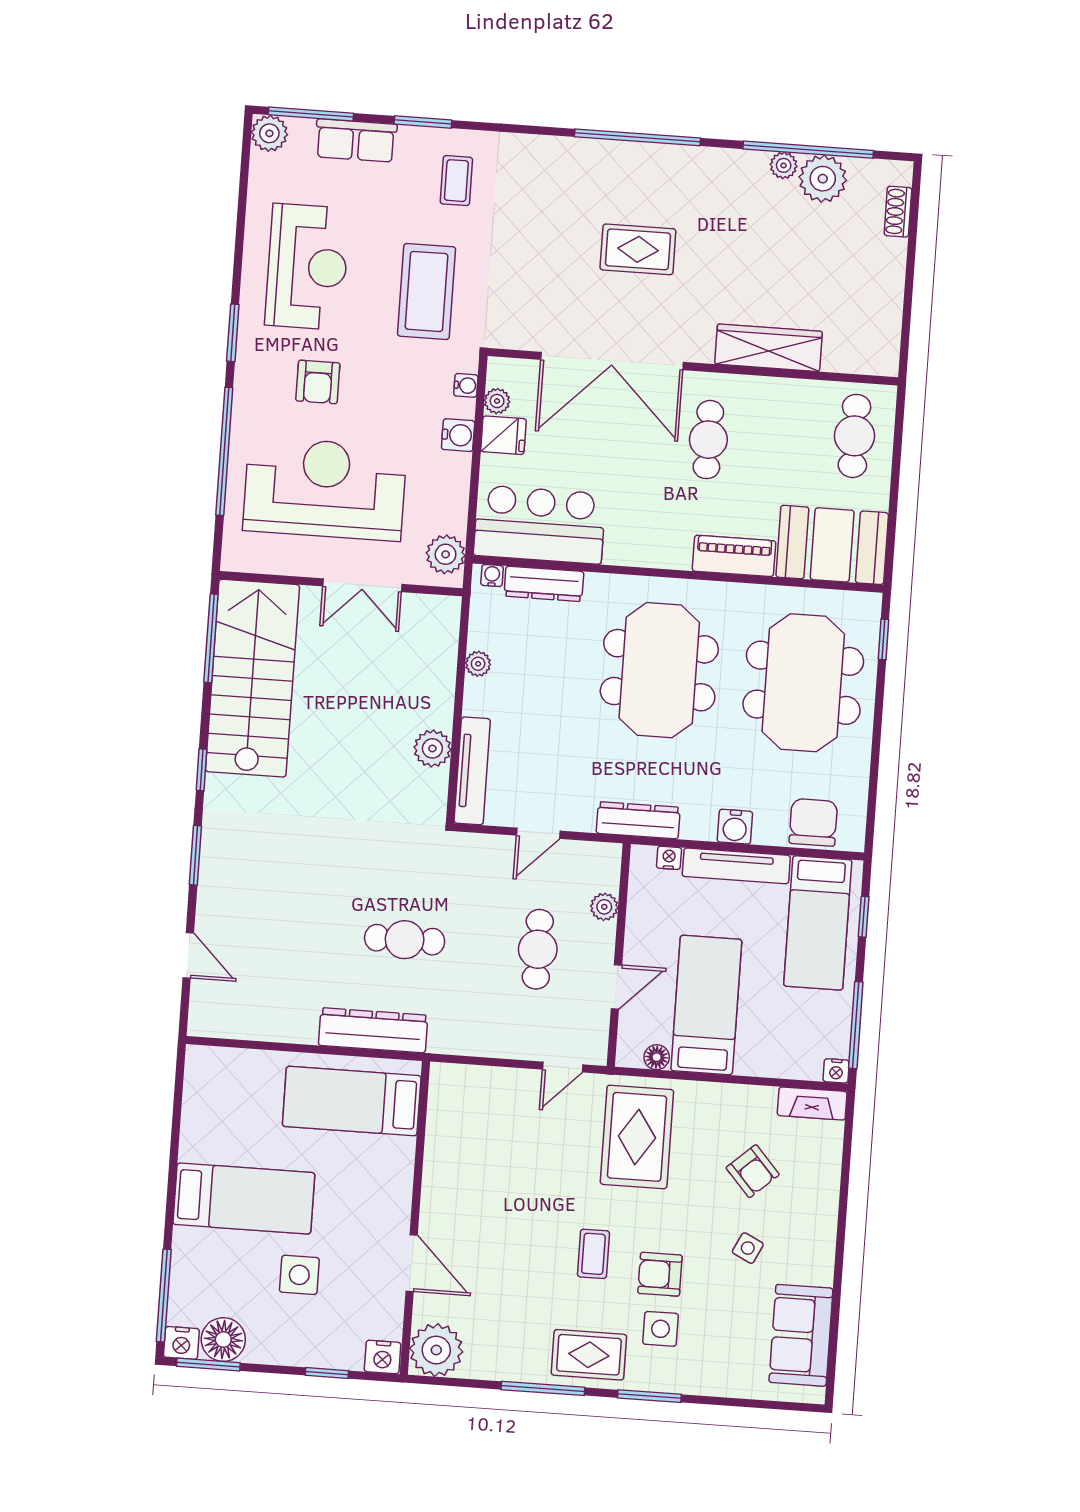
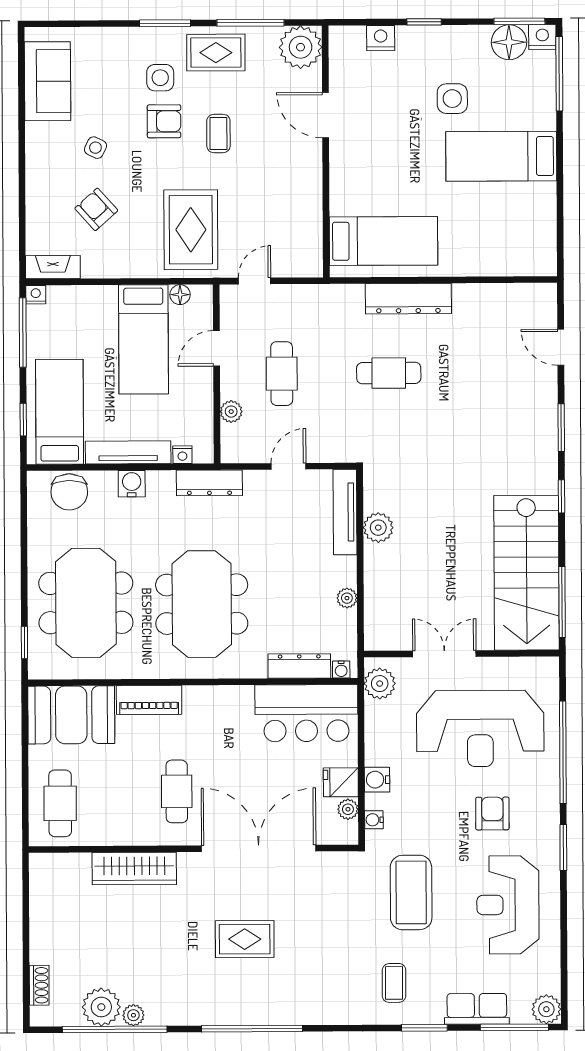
bed: (352, 1101) -> (383, 241), moved
wall: (415, 1218) -> (326, 151), moved
door: (412, 1263) -> (326, 115), moved
plant: (436, 1350) -> (301, 47), moved

